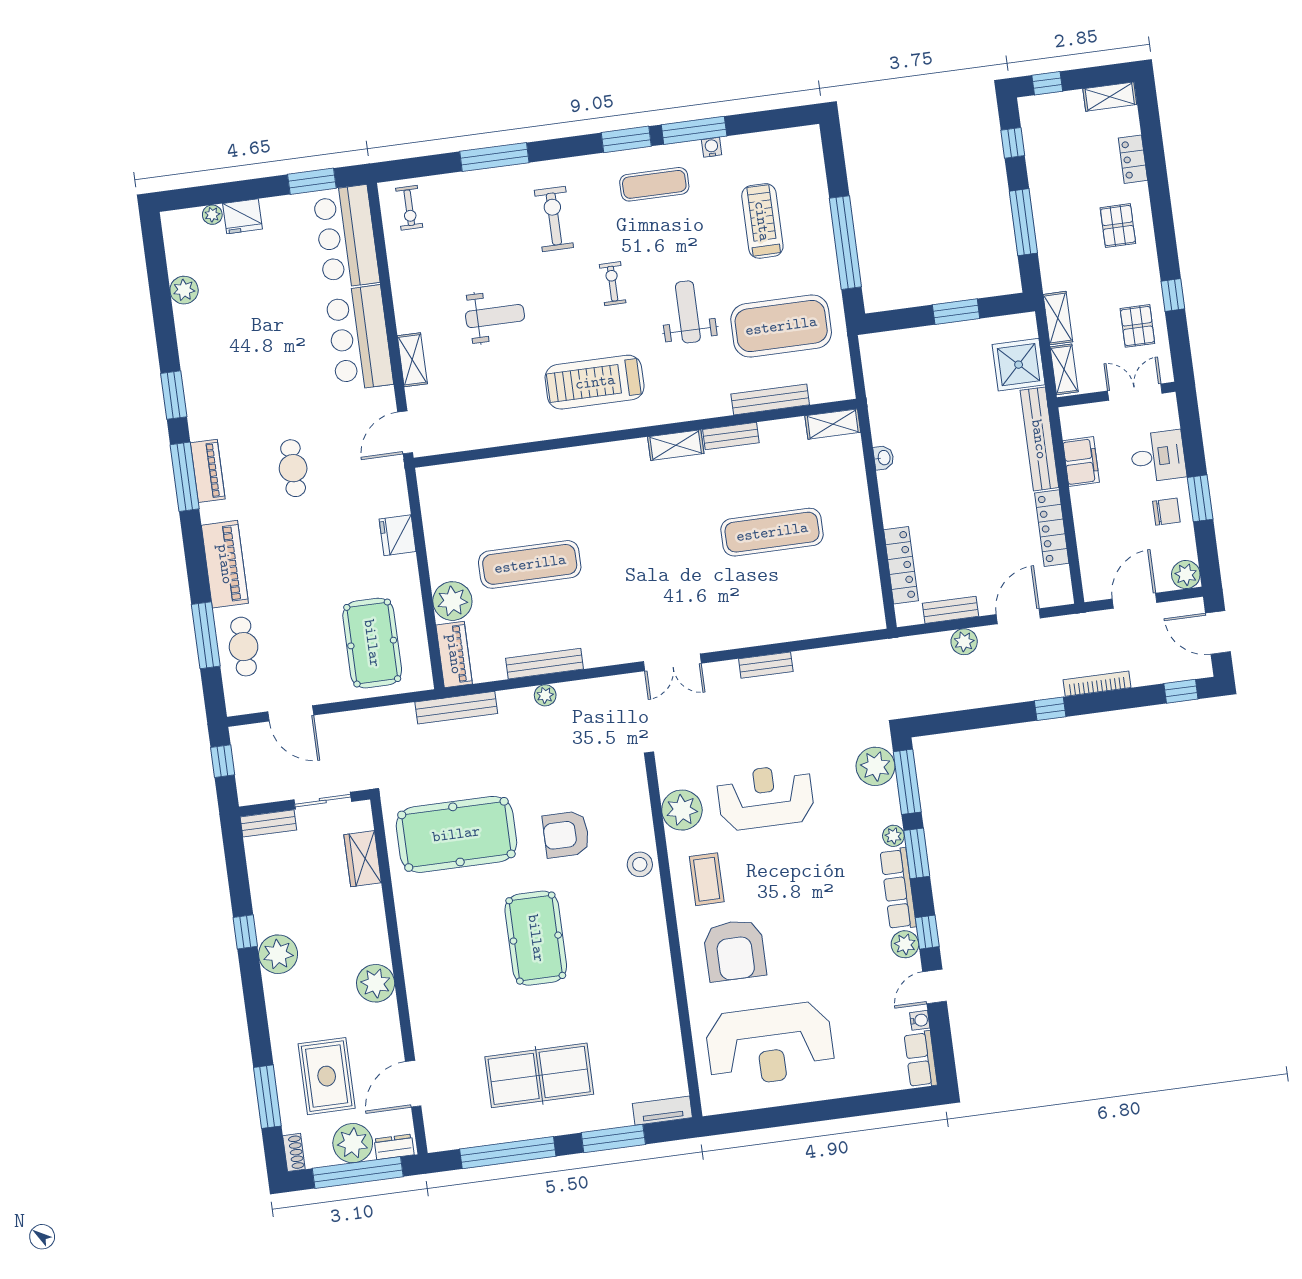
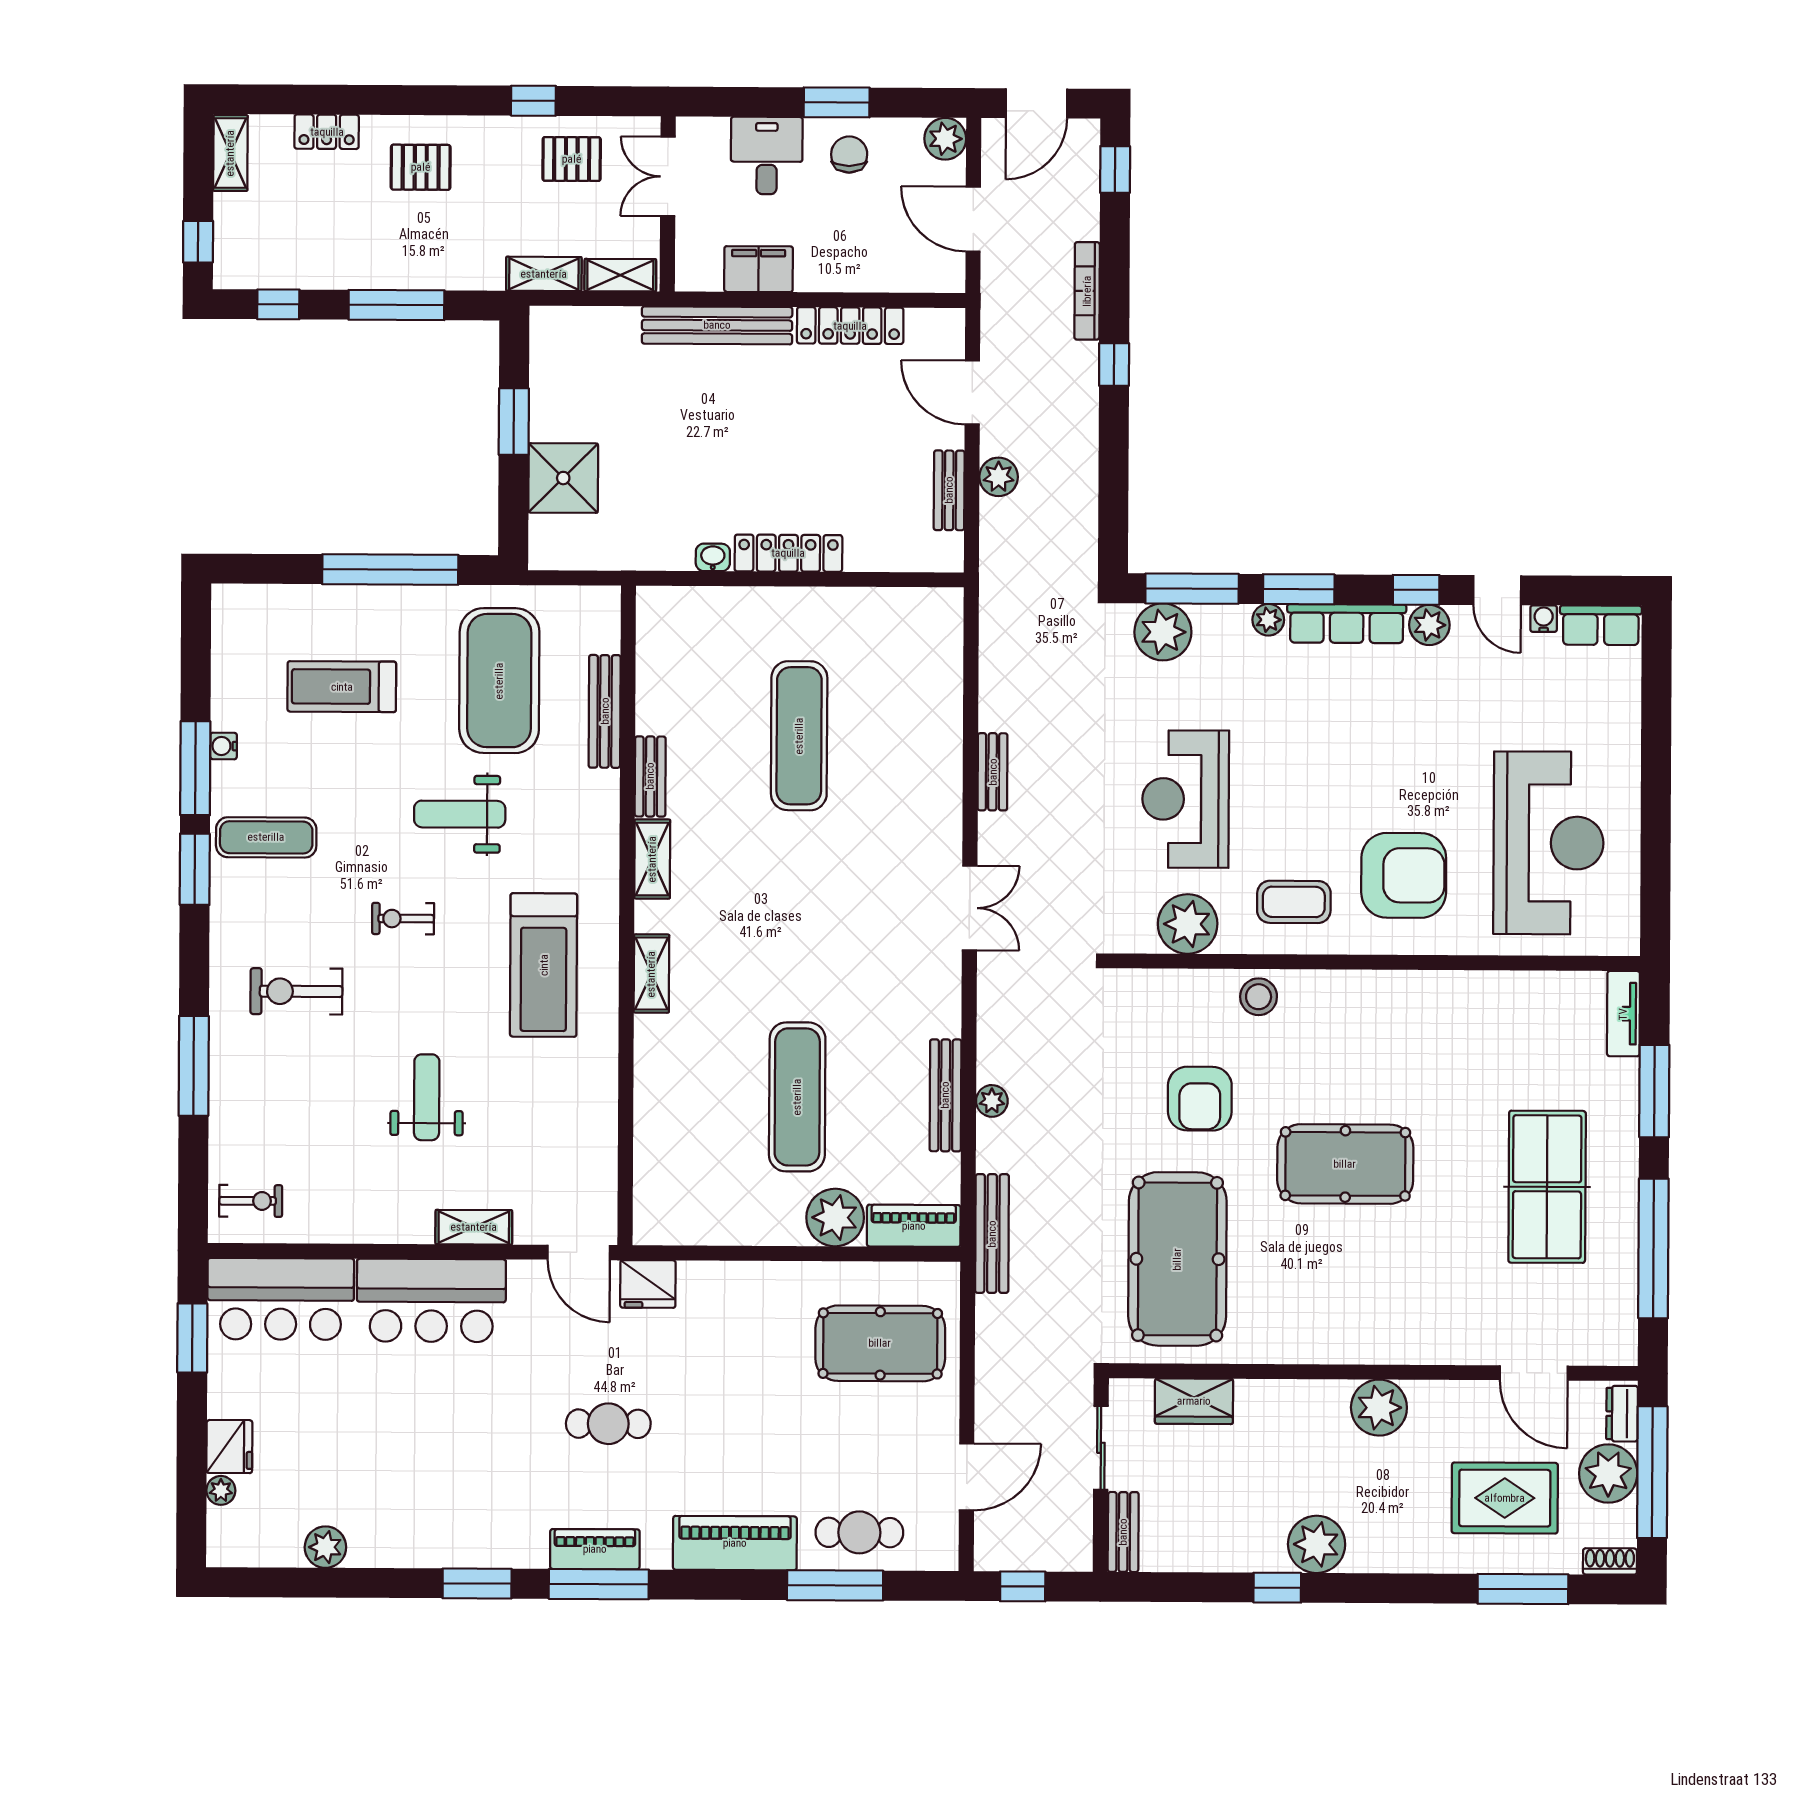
exercise mat: (654, 184) -> (266, 837), turned 90
shower: (1019, 365) -> (563, 478), moved
shelving: (833, 424) -> (651, 974), moved
fridge: (398, 535) -> (648, 1284), moved
locker: (901, 565) -> (788, 553), moved

